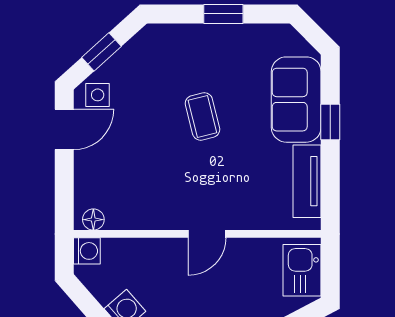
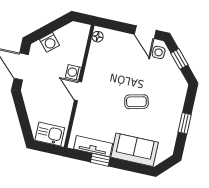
window: (330, 122) -> (100, 160), moved
washing machine: (87, 251) -> (73, 72), moved, turned 90

